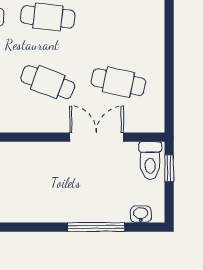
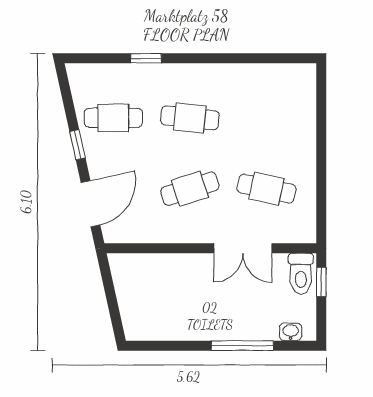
cafe table: (48, 82) -> (190, 189), turned -39
double door: (97, 137) -> (243, 248), swing flipped

